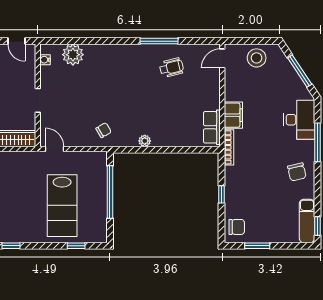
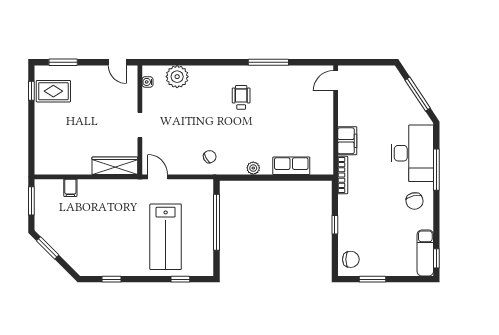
stool: (257, 58) -> (372, 80), removed
wheelchair: (171, 68) -> (241, 97), moved, turned -76
desk: (299, 120) -> (412, 153), width x1.36, depth x1.30
row of seats: (212, 127) -> (291, 166), moved, turned 90

